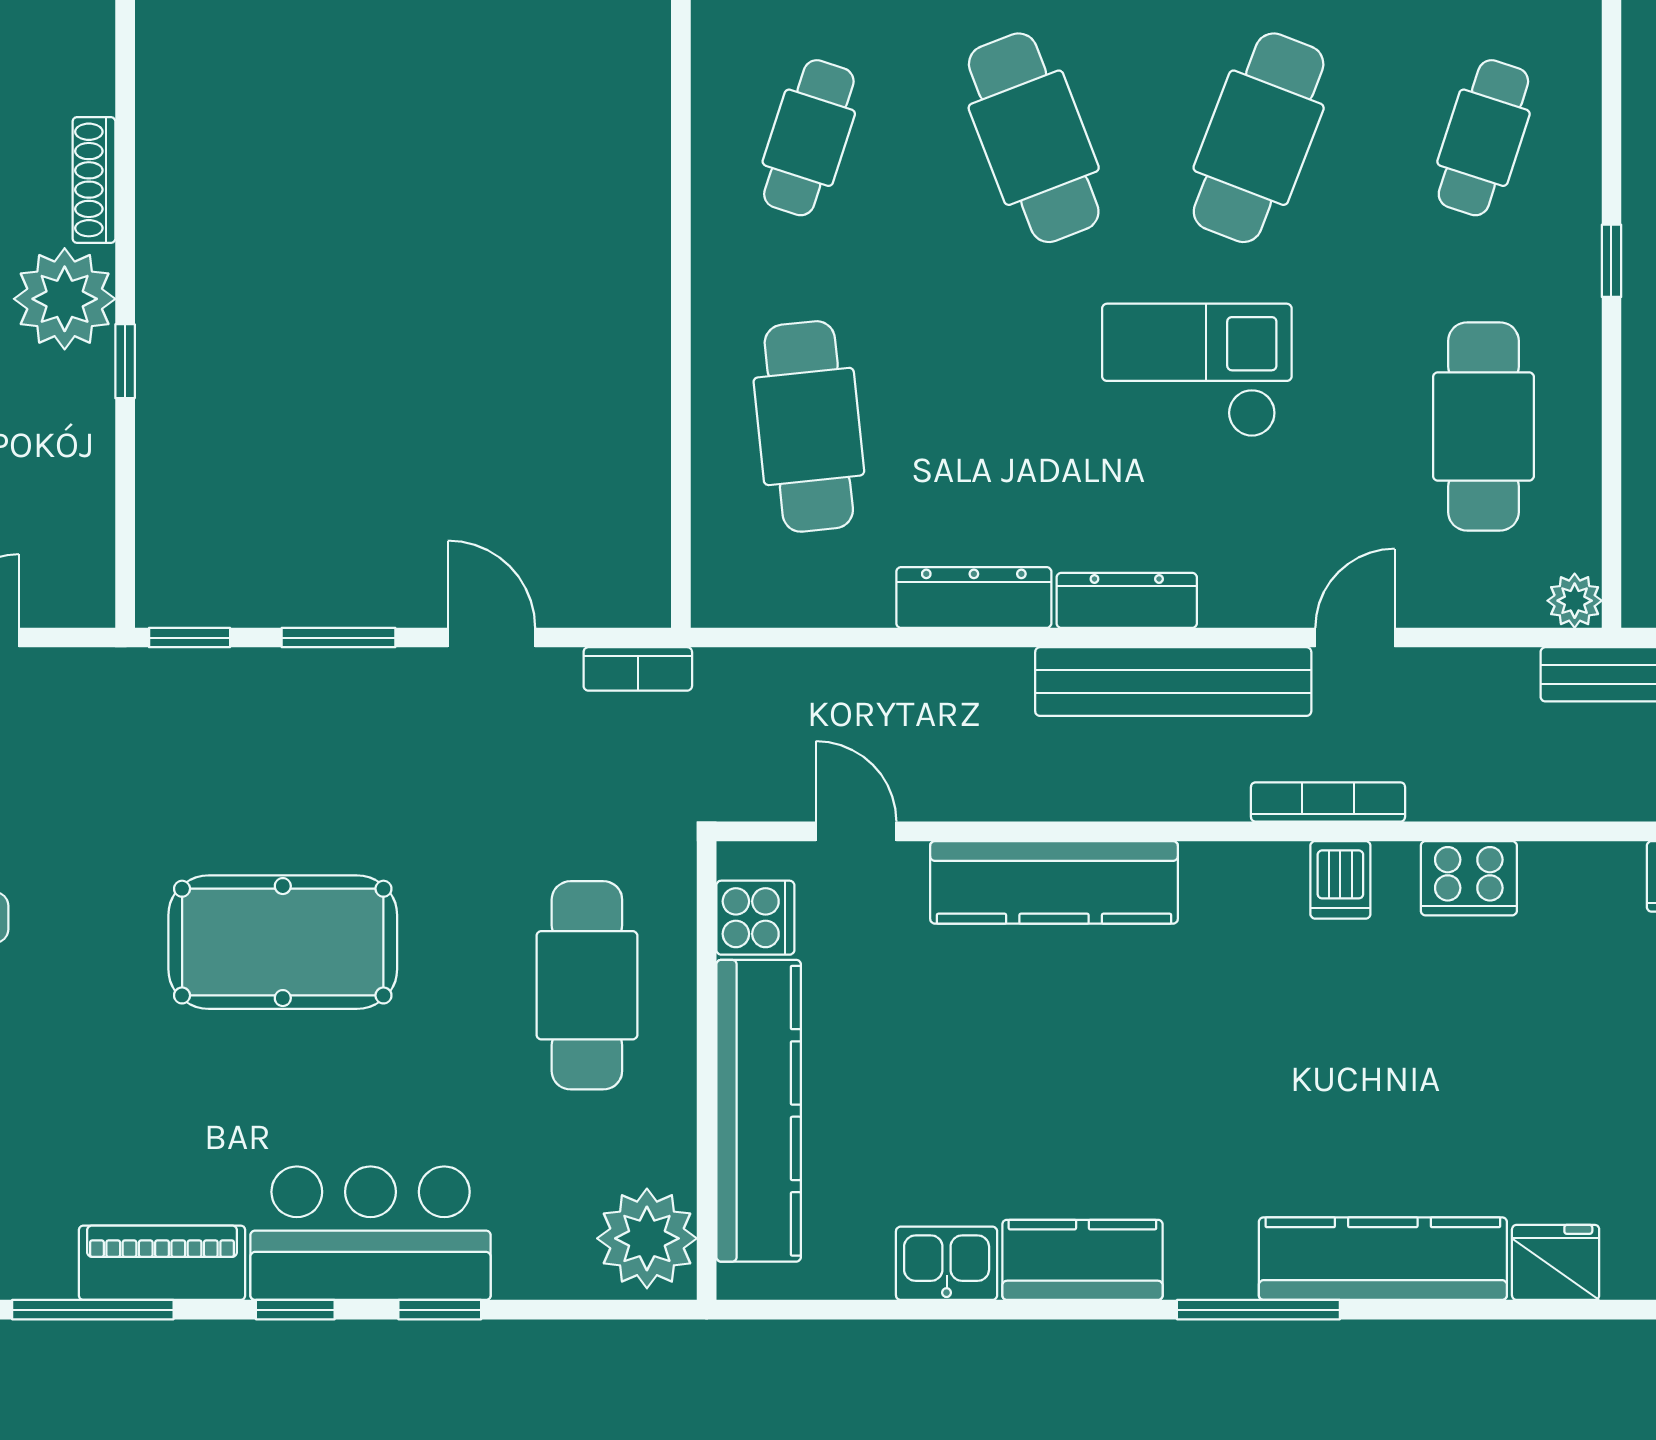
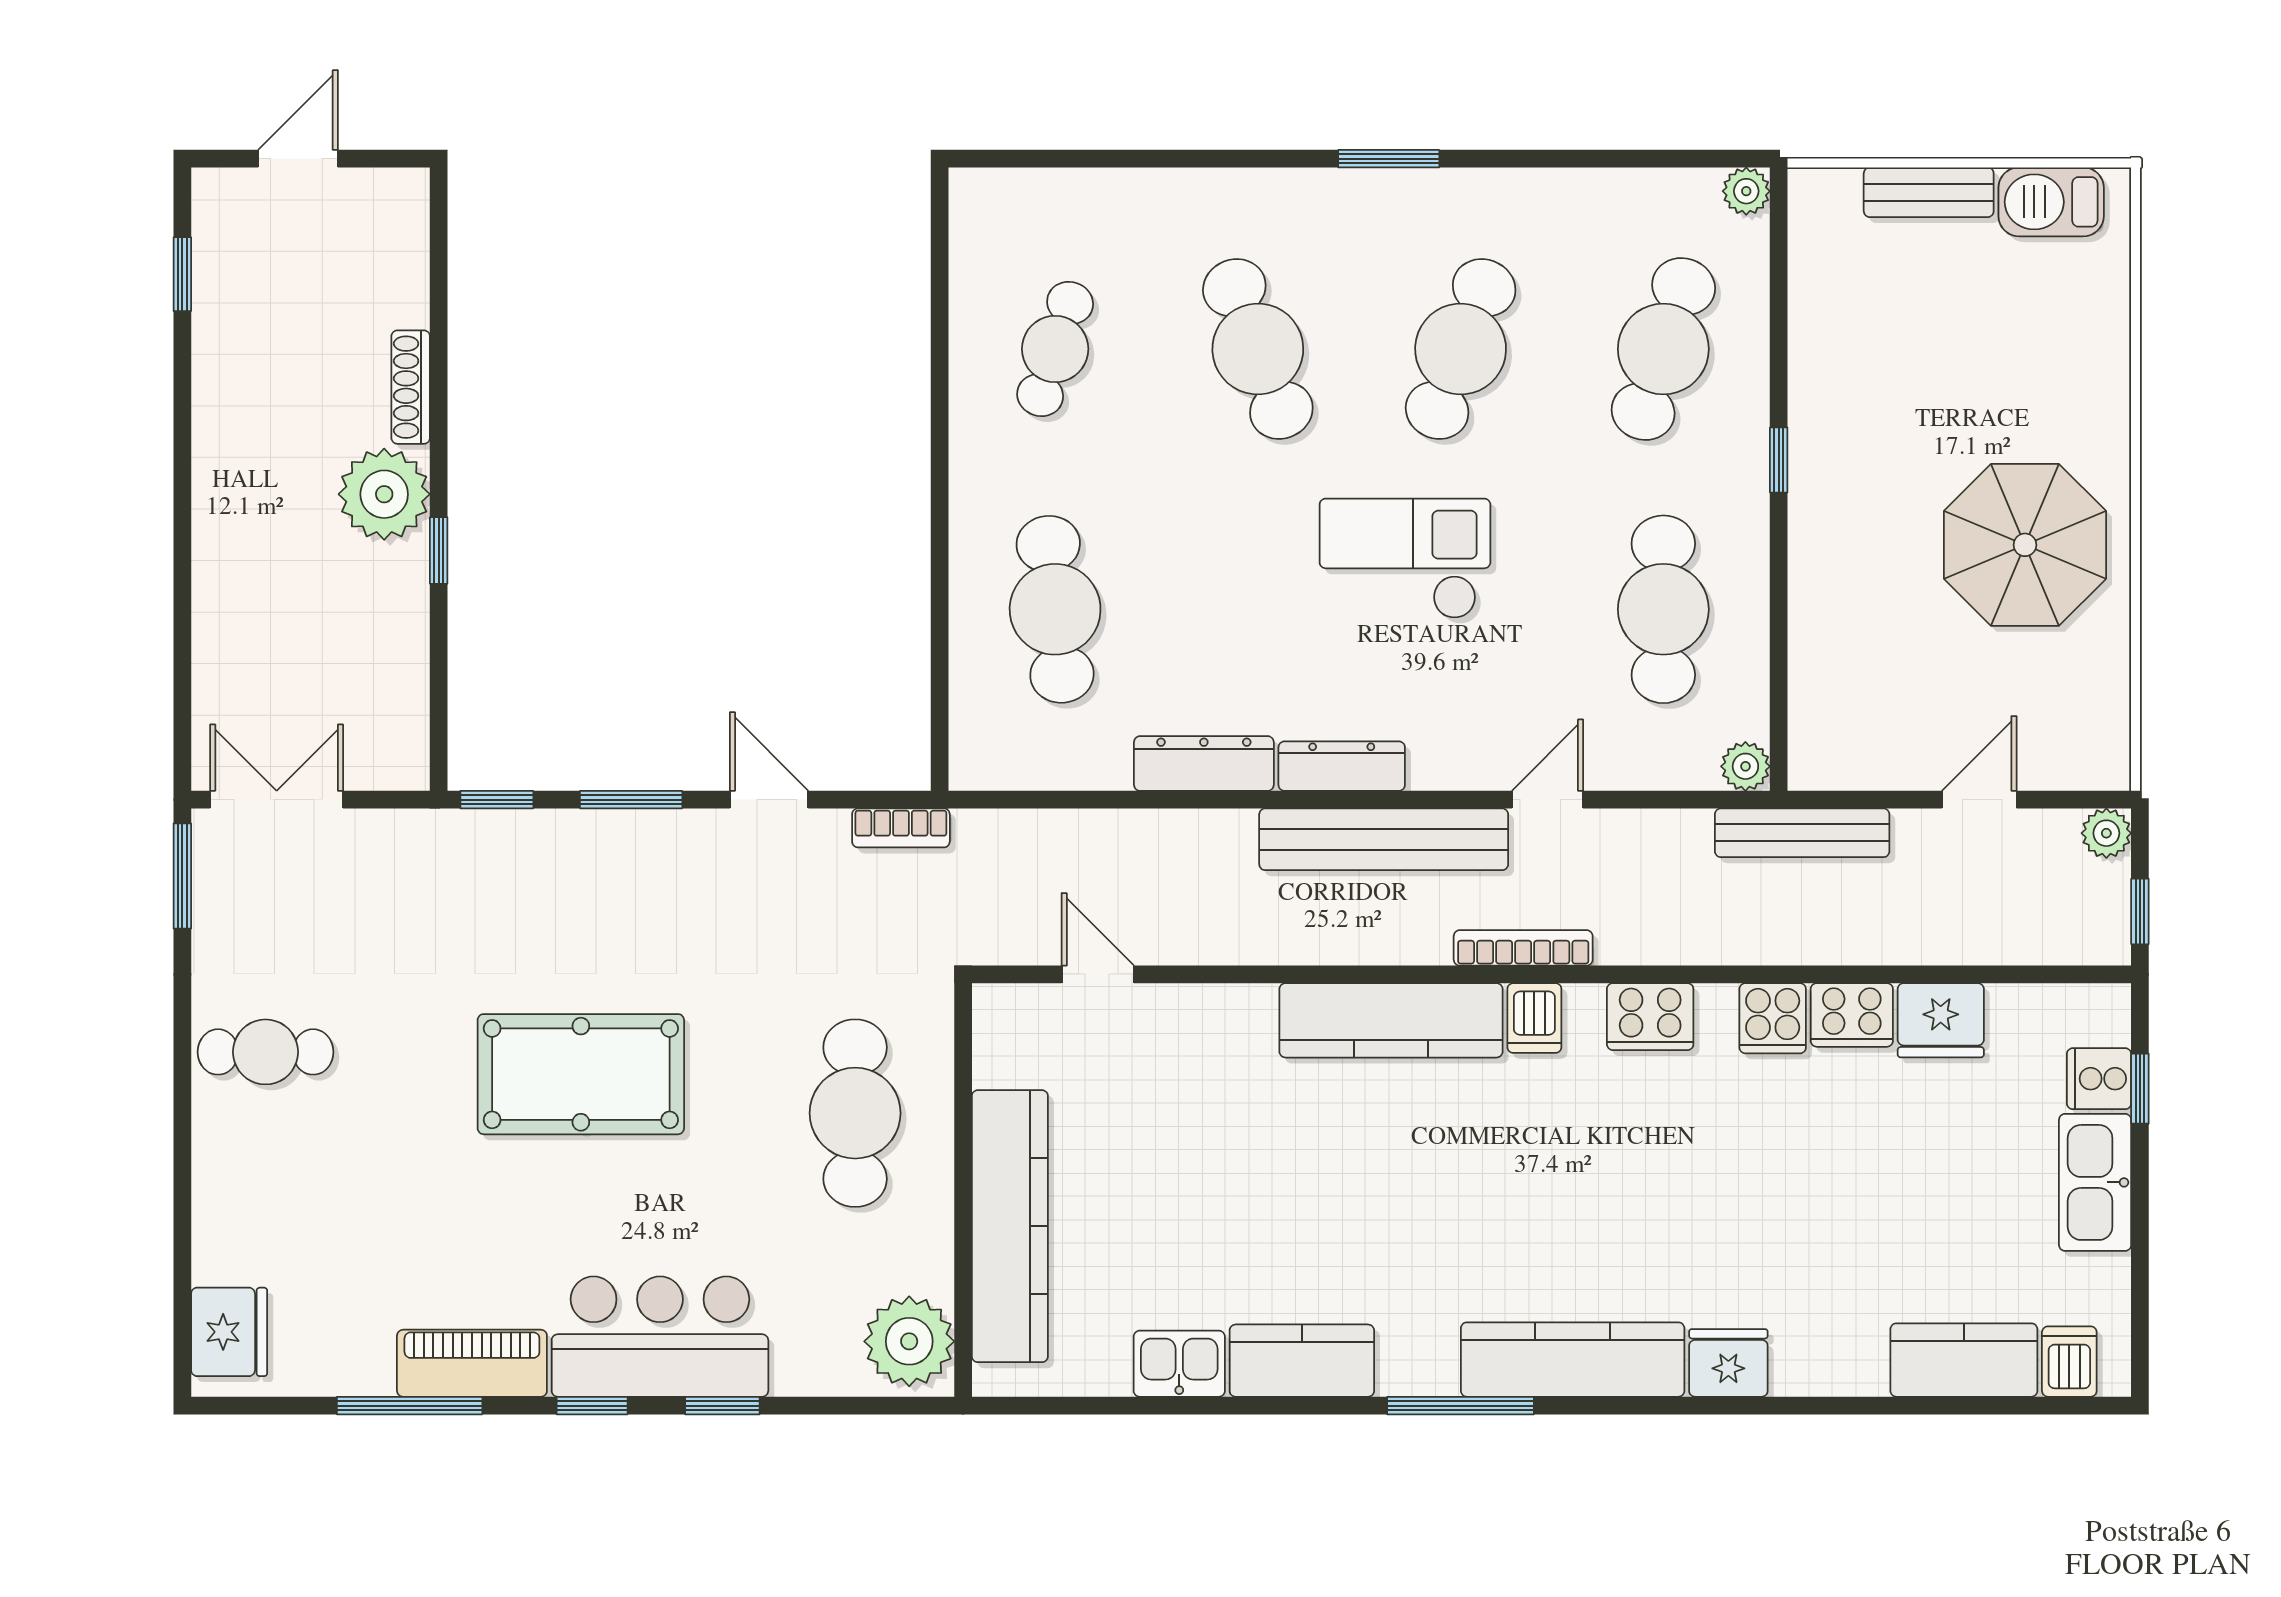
cafe table: (1483, 138) -> (1663, 349), width x1.37, depth x1.35
kitchen counter: (1054, 882) -> (1391, 1020), moved
cooker: (755, 918) -> (1773, 1018), moved, turned 90

